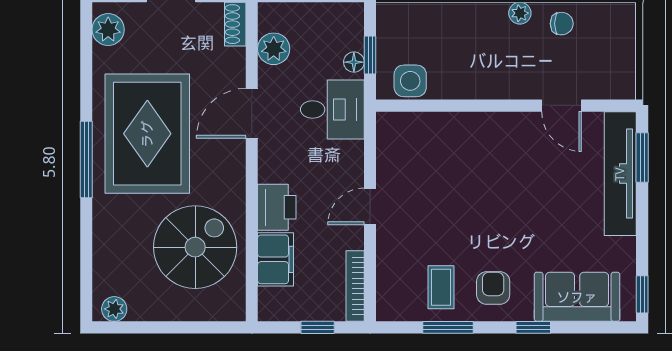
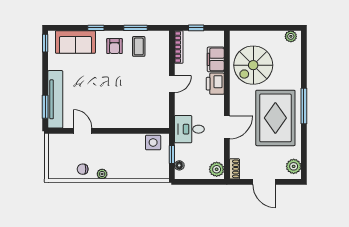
plant: (274, 49) -> (217, 169), moved
floor lamp: (354, 62) -> (179, 165), moved

